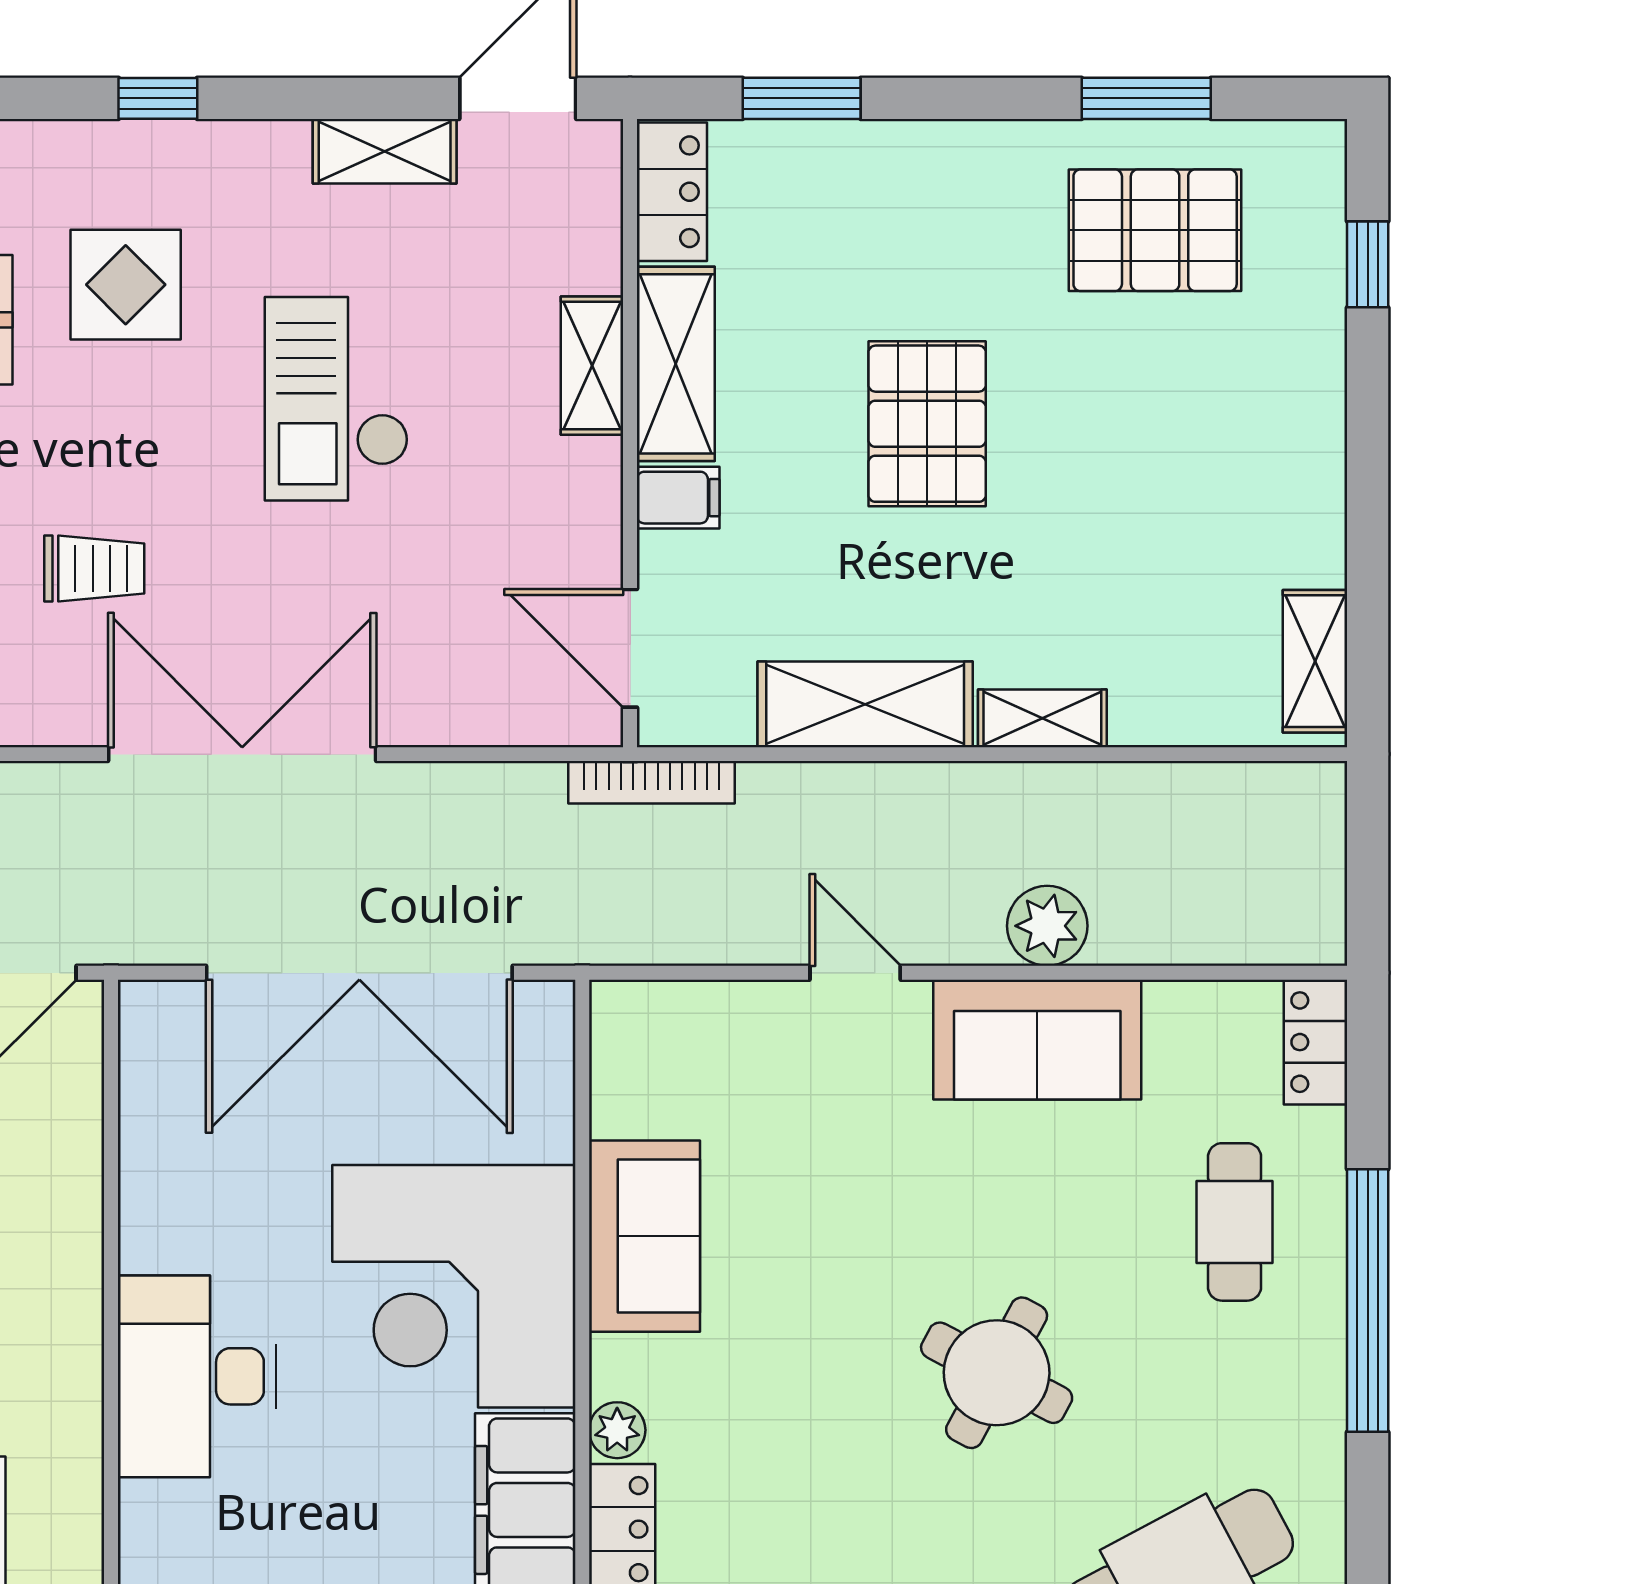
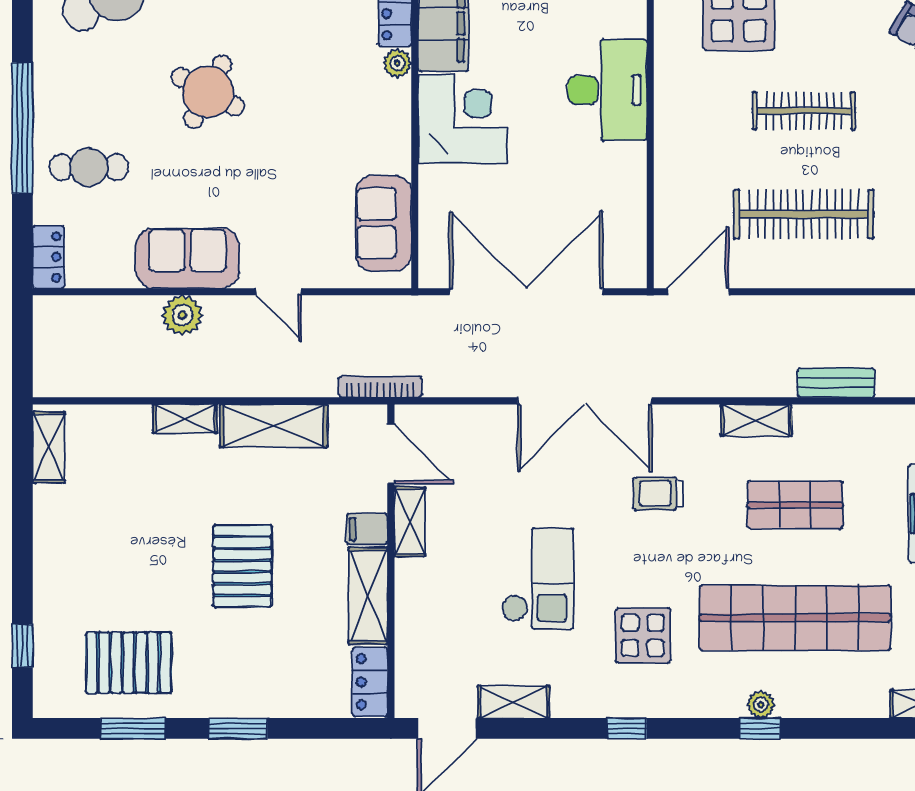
window: (802, 98) -> (238, 728), moved
shelving: (592, 366) -> (410, 522), moved
cafe table: (1235, 1222) -> (89, 167), turned 90
sofa: (644, 1236) -> (384, 223), moved
corner desk: (454, 1286) -> (463, 119), width x0.74, depth x0.74

